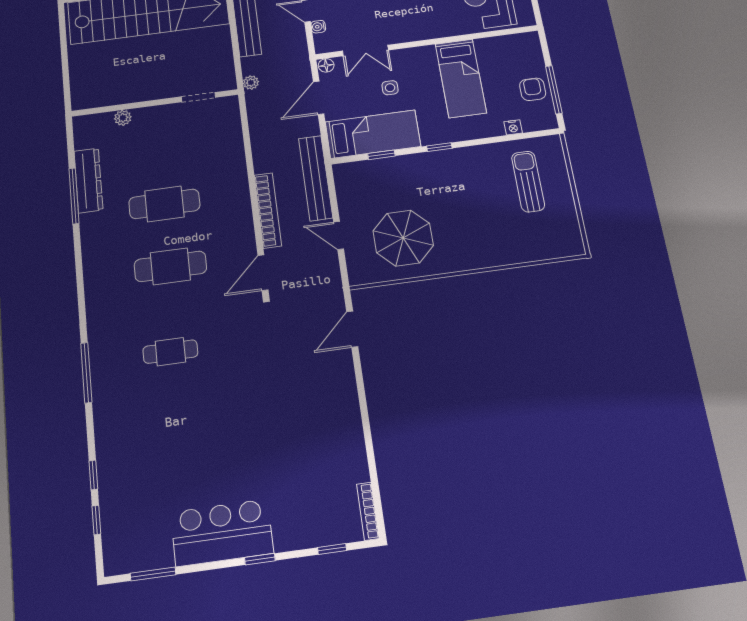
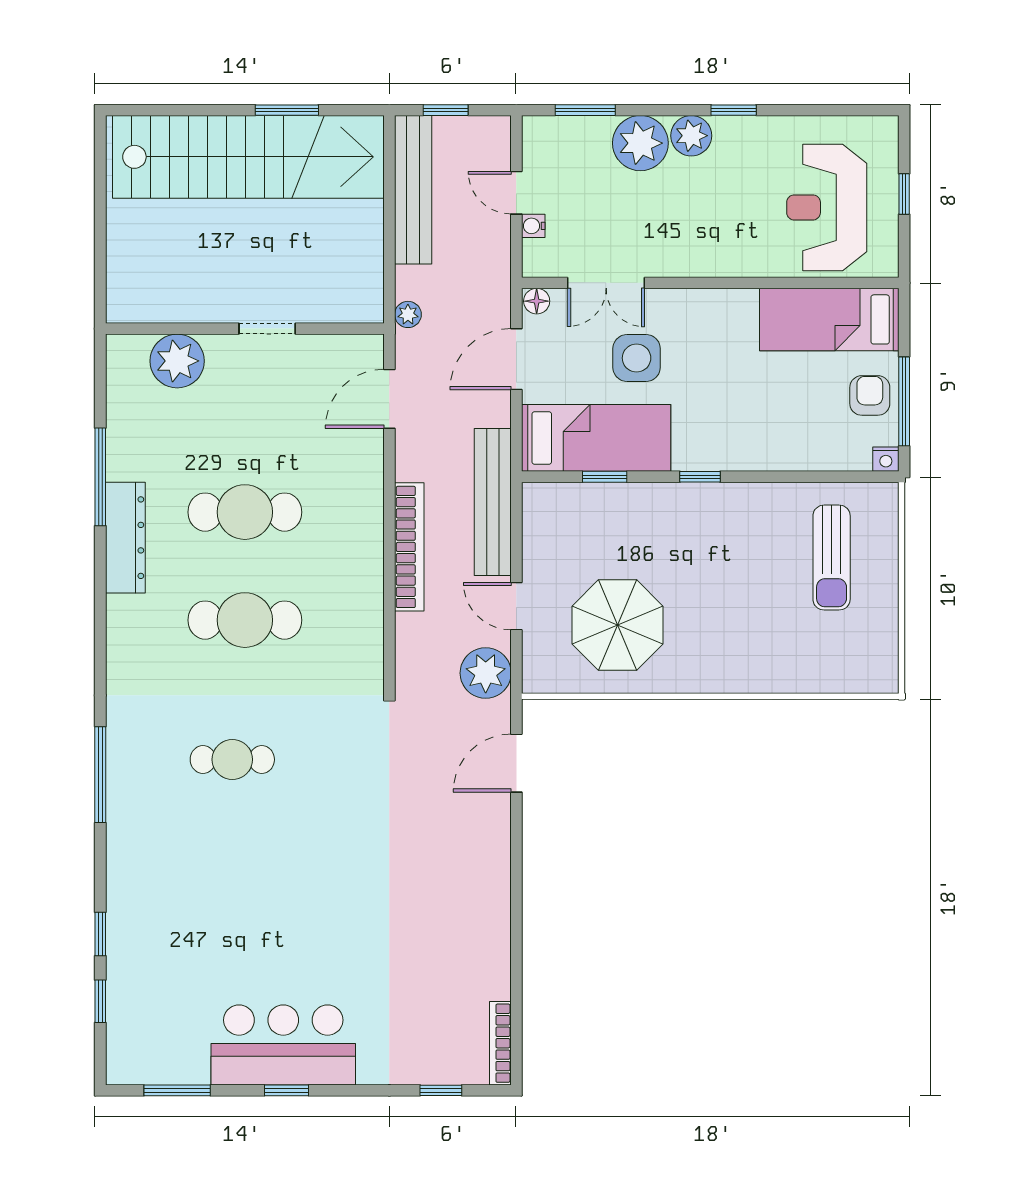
bed: (461, 78) -> (829, 319), moved, turned 90
side table: (390, 88) -> (637, 358), width x1.87, depth x1.87
doorway: (198, 97) -> (267, 329), moved
plant: (123, 118) -> (177, 361), width x1.88, depth x1.88
nightstand: (513, 127) -> (886, 459), moved
dresser: (88, 180) -> (125, 538), moved
sun lounger: (528, 182) -> (832, 558), turned 180
door: (263, 273) -> (389, 399), moved
plant: (325, 277) -> (486, 673), added
window: (260, 559) -> (287, 1090), moved

